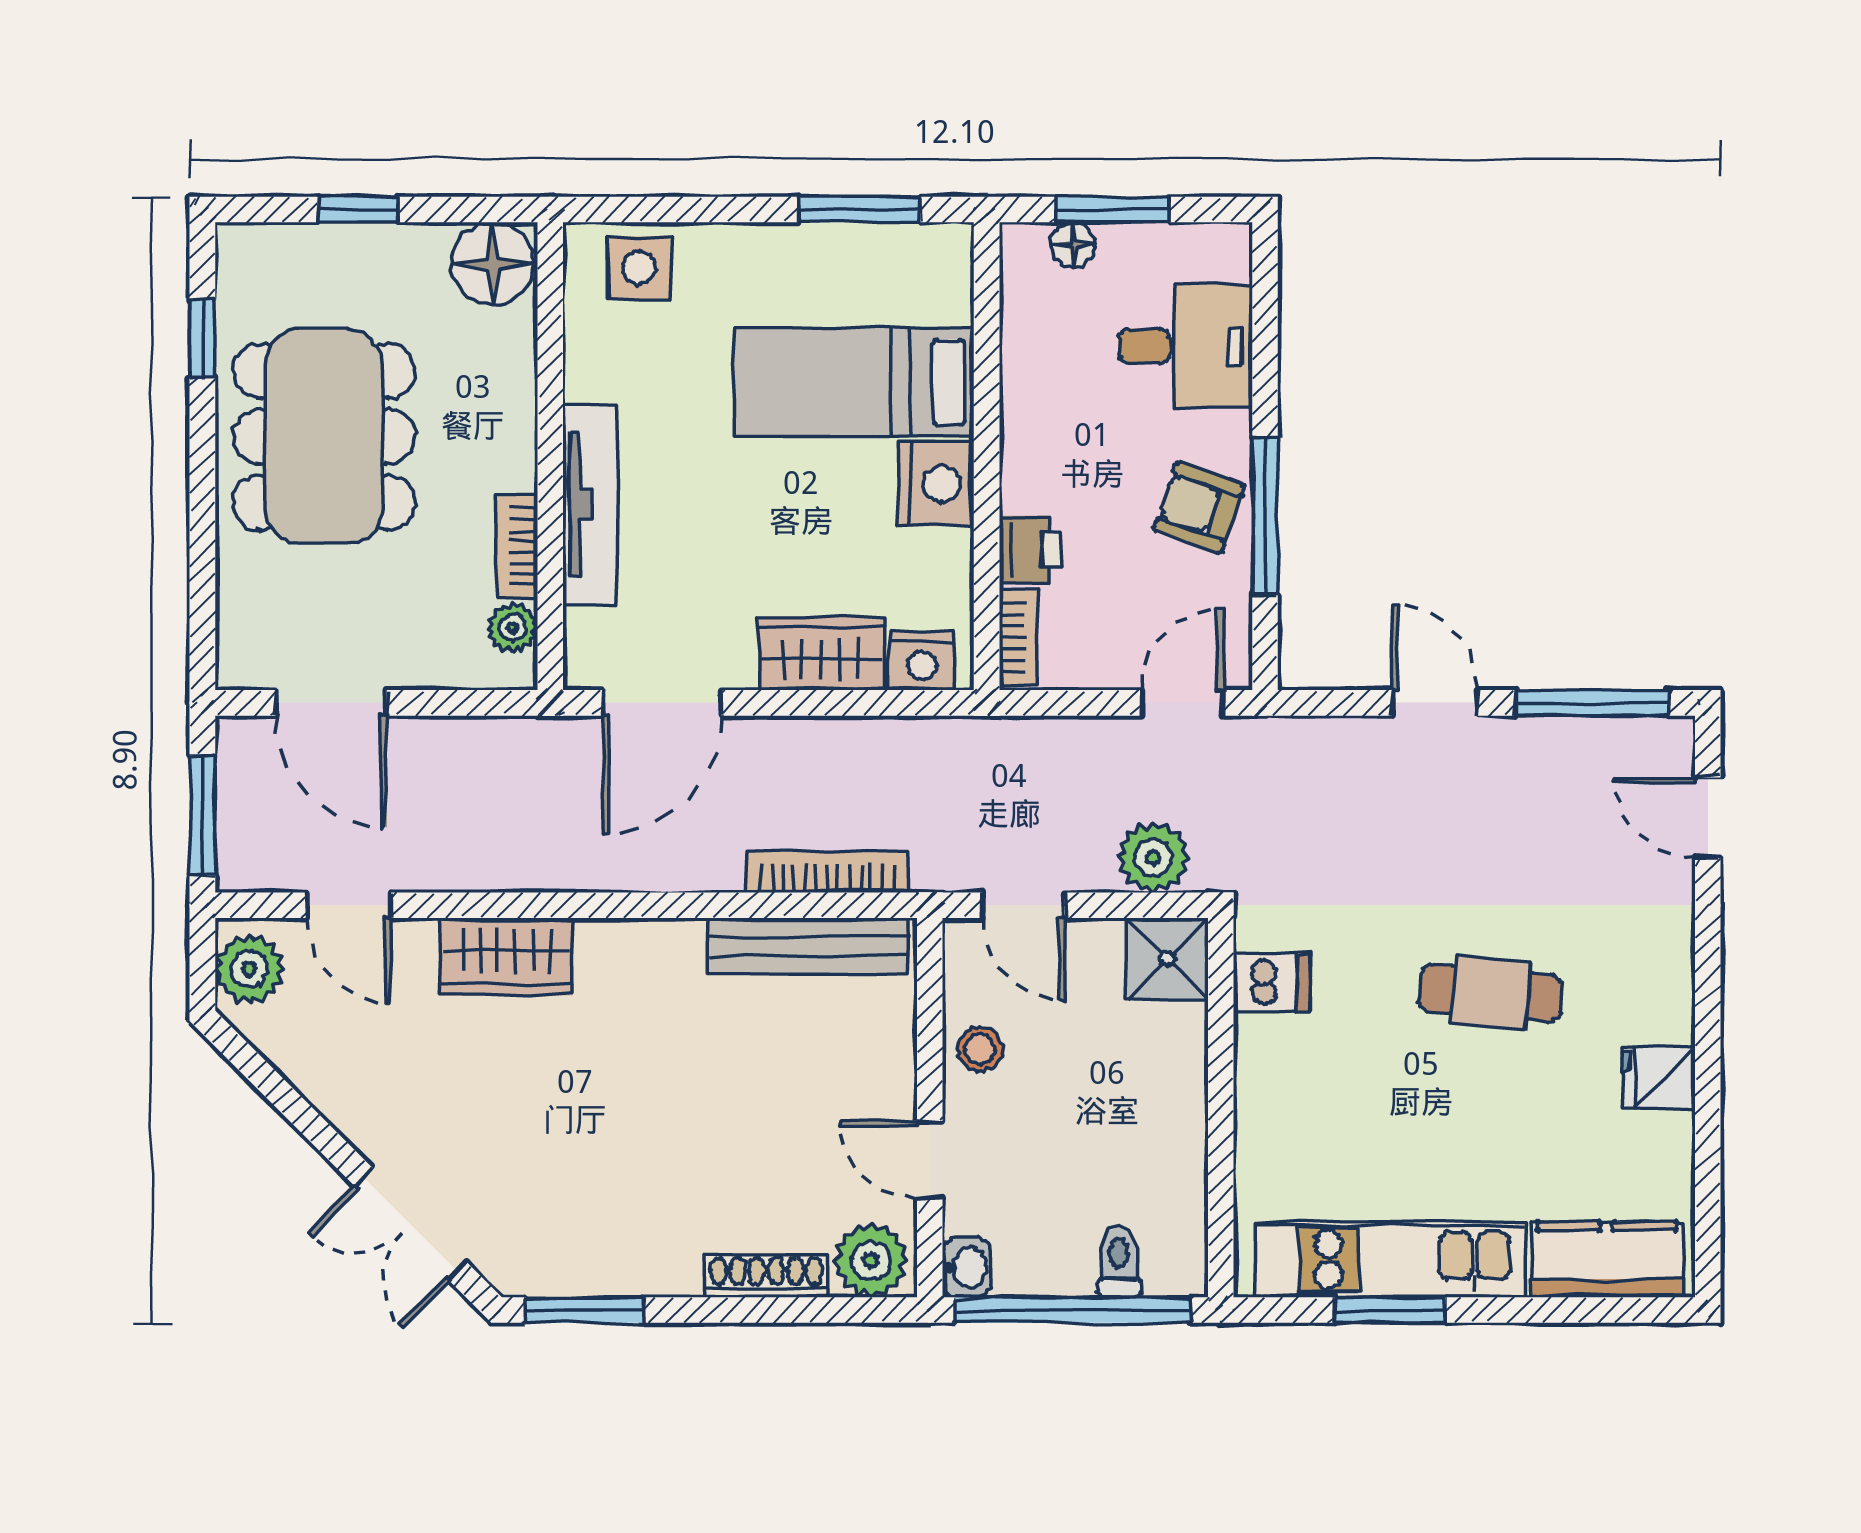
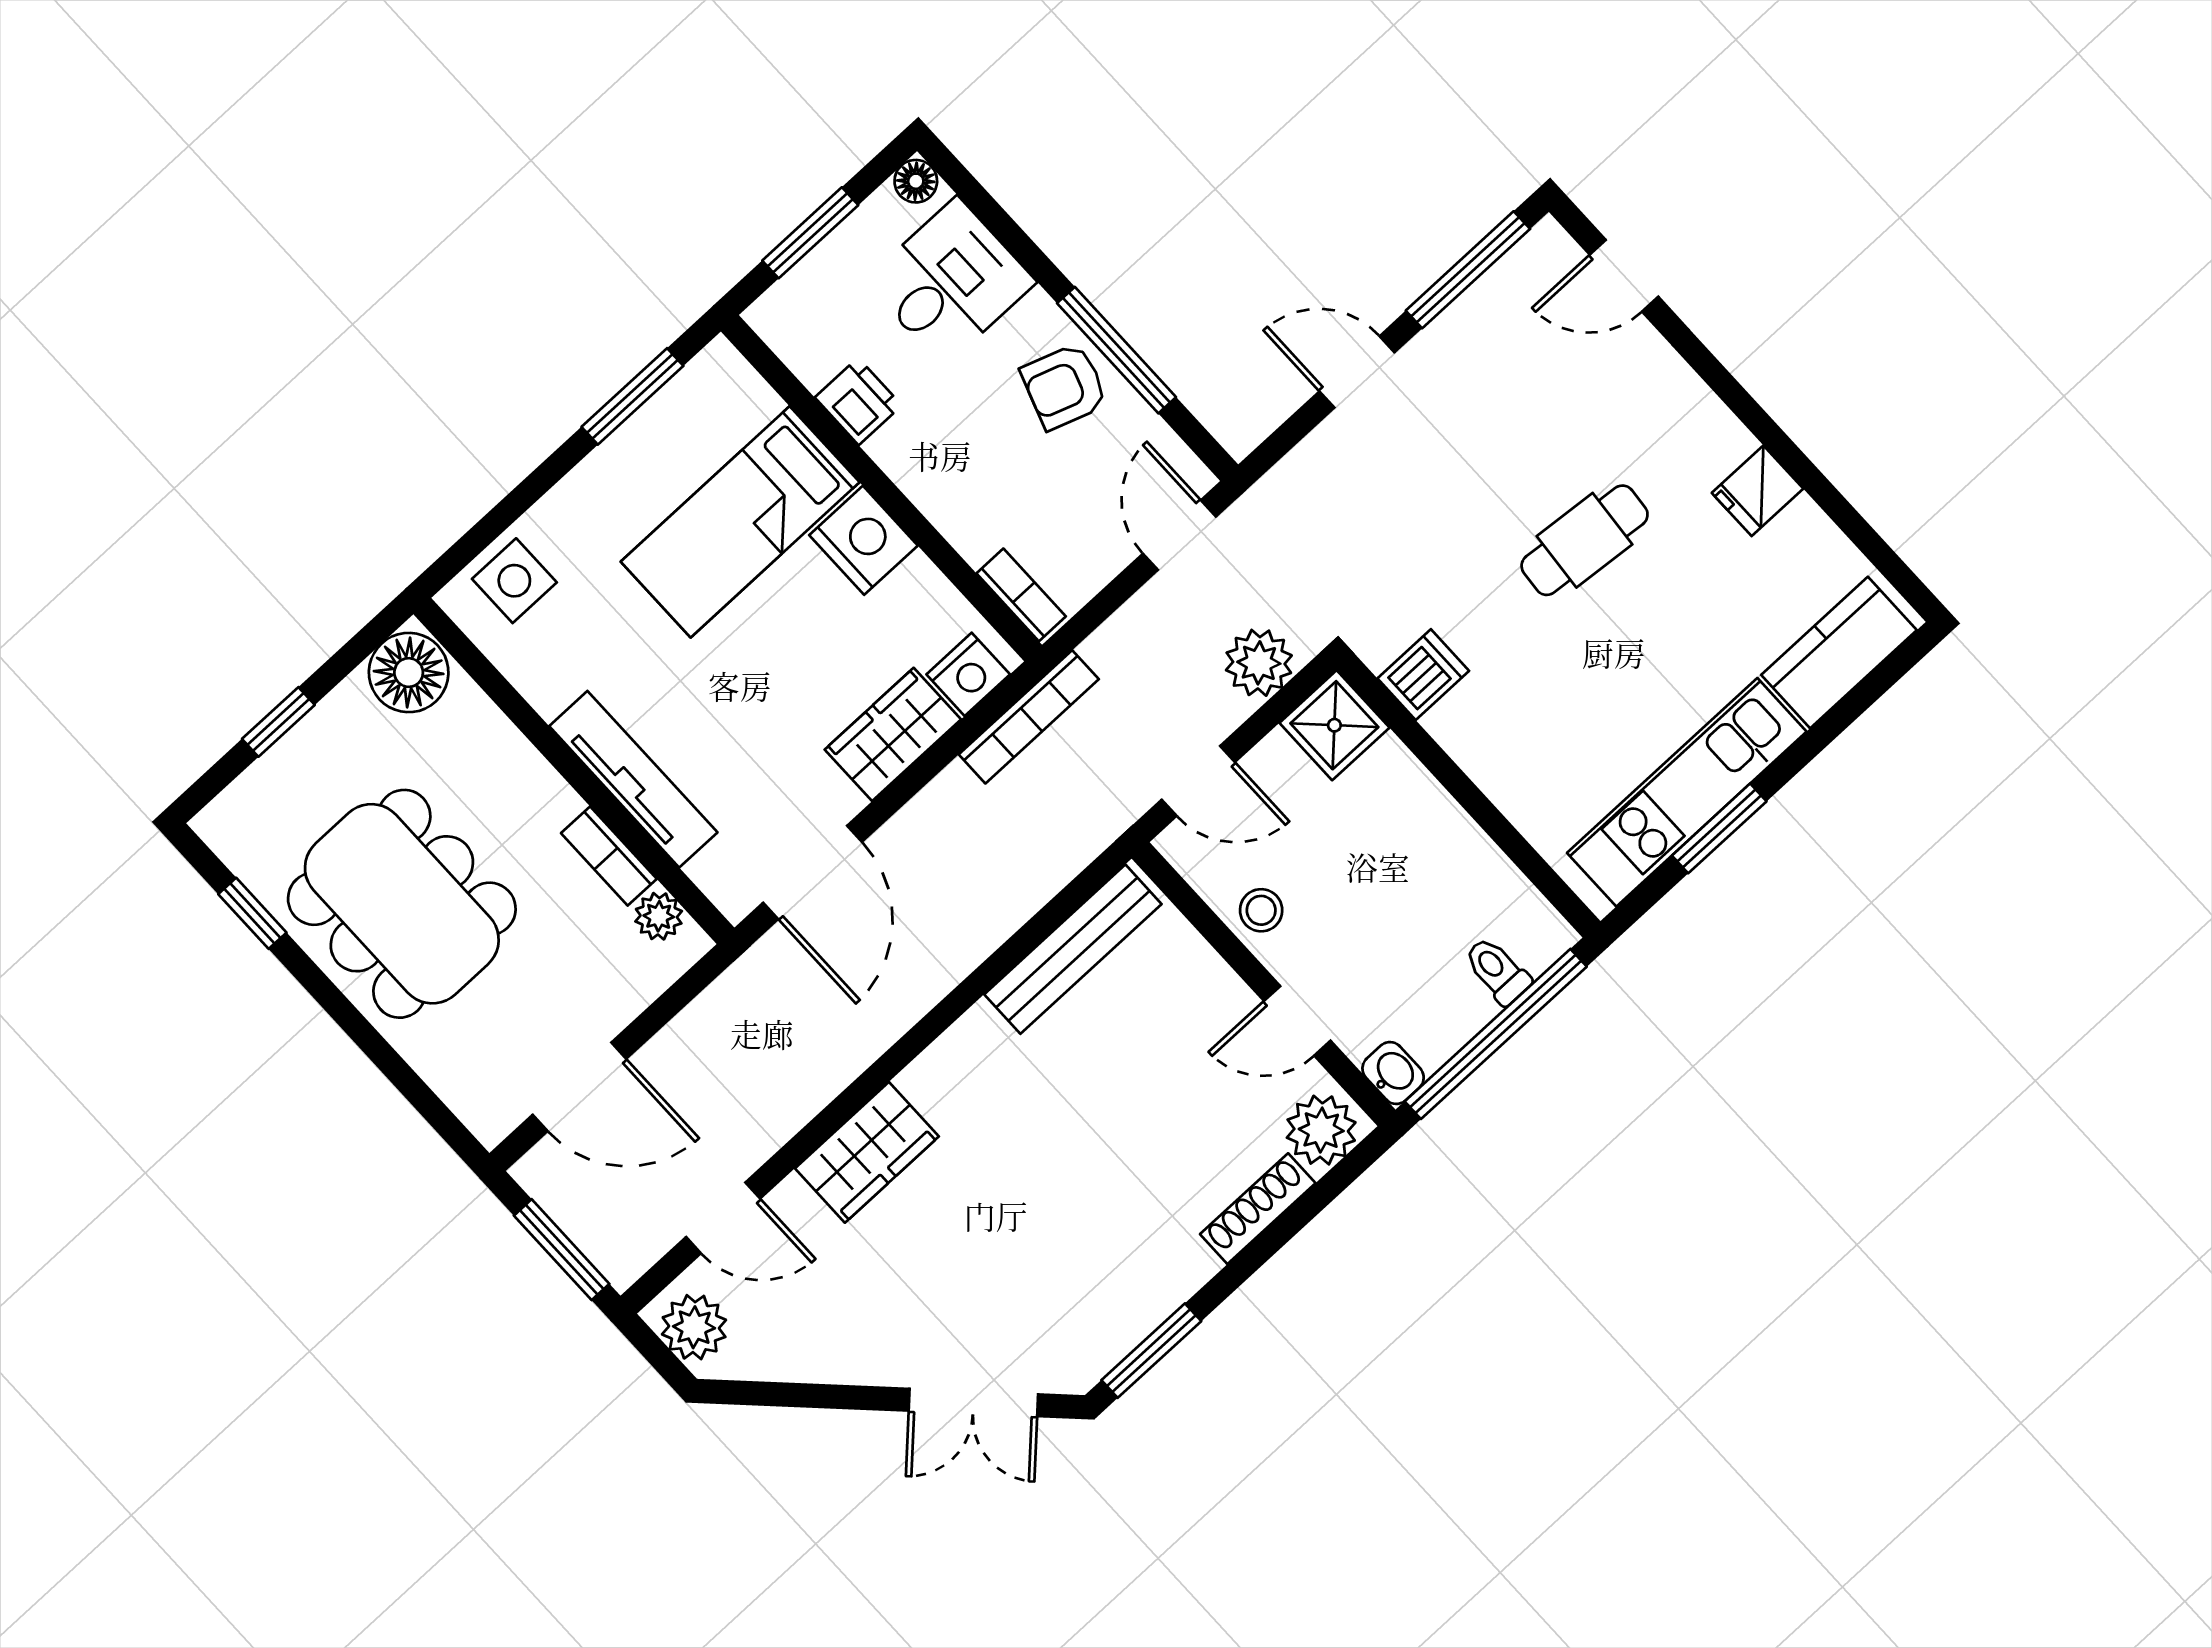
floor lamp: (1073, 244) -> (916, 181), moved
printer: (1030, 550) -> (858, 401), moved
bookcase: (827, 872) -> (1029, 717), moved, turned 180

